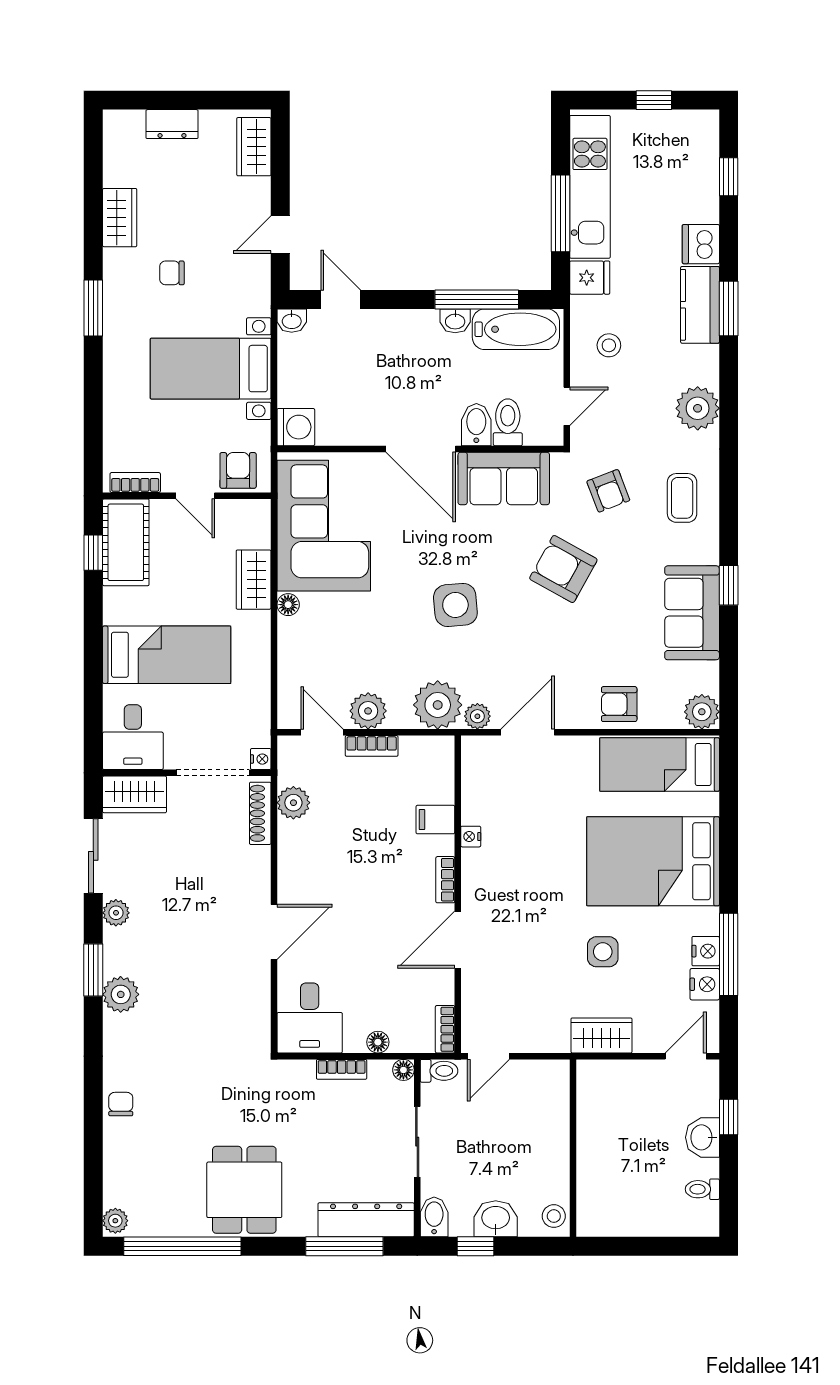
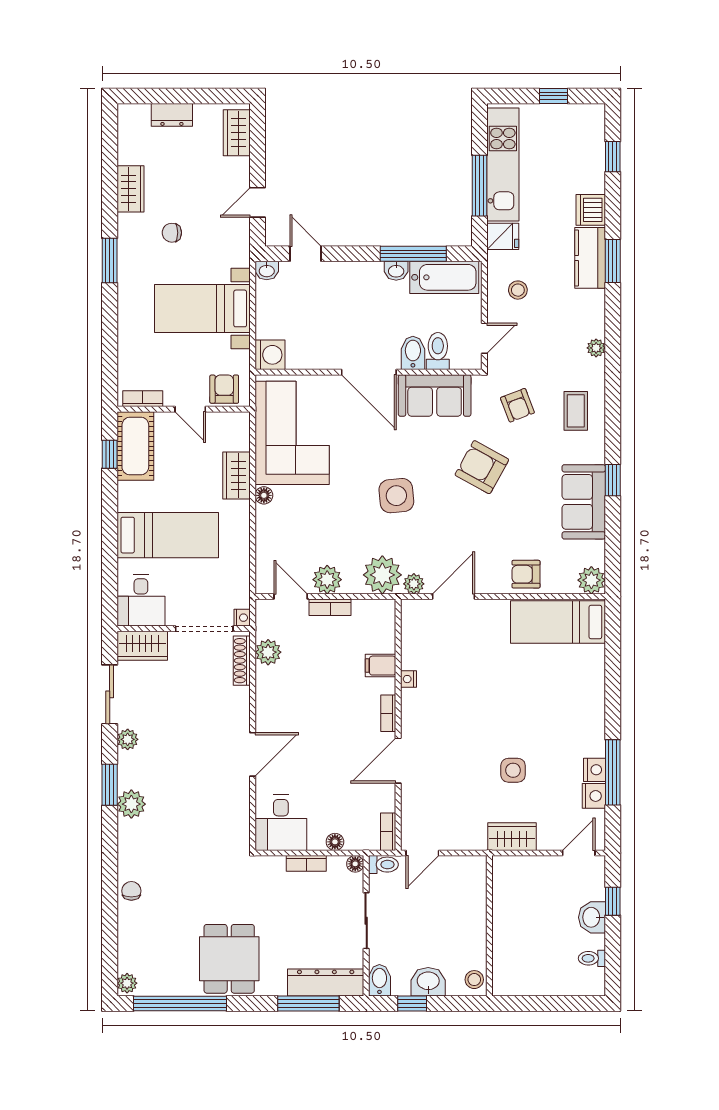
plant: (698, 408) -> (596, 348), width x0.53, depth x0.53
bed: (653, 861) -> (553, 699), removed

